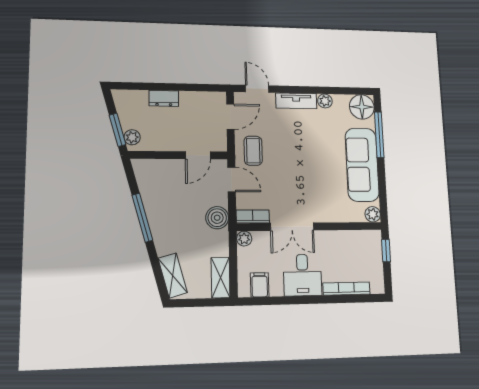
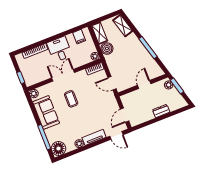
coffee table: (253, 151) -> (71, 99), moved
door: (198, 155) -> (144, 85), moved
sofa: (362, 165) -> (46, 112), width x0.73
boiler: (217, 218) -> (107, 49), moved
double door: (292, 227) -> (63, 75), moved

